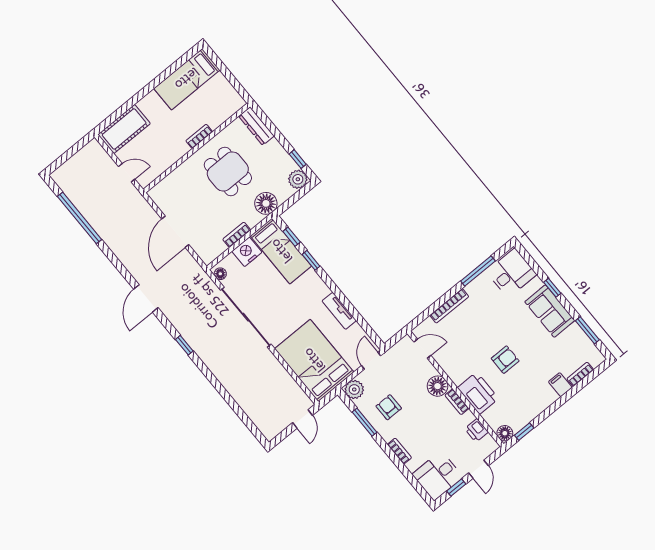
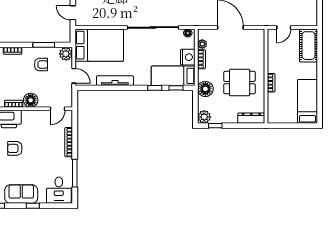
plant: (219, 248) -> (202, 44), added
tv unit: (339, 311) -> (115, 81), width x1.41
armchair: (505, 360) -> (15, 148), turned 90

